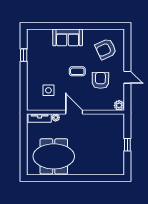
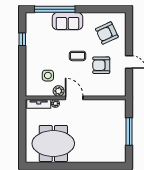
window: (55, 26) -> (55, 9), added
armchair: (100, 80) -> (101, 65), turned -91
plant: (119, 105) -> (59, 91), moved
window: (127, 145) -> (129, 132), width x2.17

